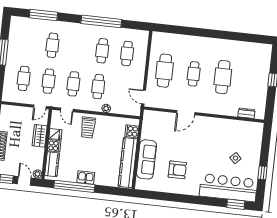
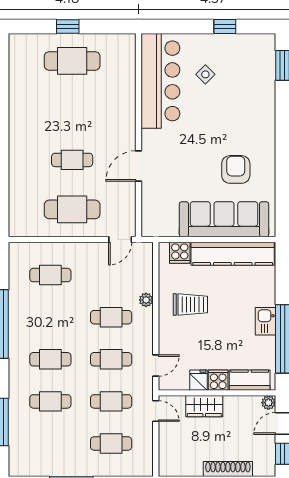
cafe table: (102, 51) -> (50, 359), moved
cafe table: (223, 77) -> (72, 61), moved
door: (186, 113) -> (139, 166), swing flipped
dresser: (246, 113) -> (128, 64), removed
trolley: (88, 127) -> (190, 305), moved
sofa: (147, 159) -> (224, 219), width x1.36, depth x1.27
bar counter: (228, 188) -> (160, 81), moved, turned 180

